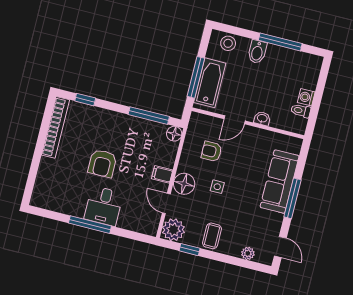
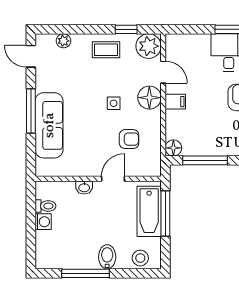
coffee table: (212, 236) -> (106, 50), turned 90

